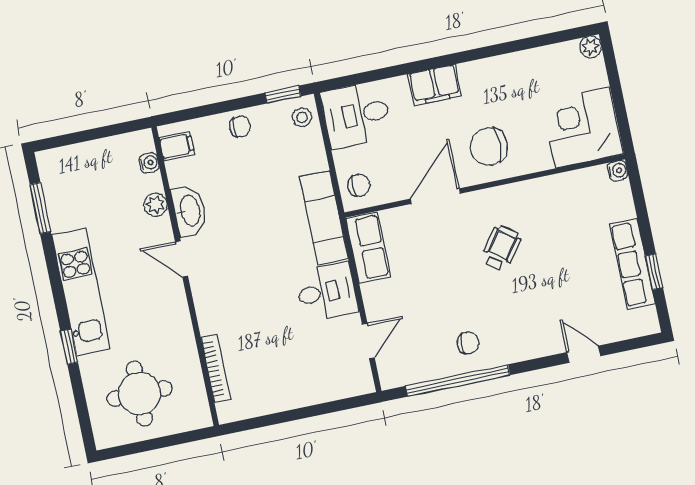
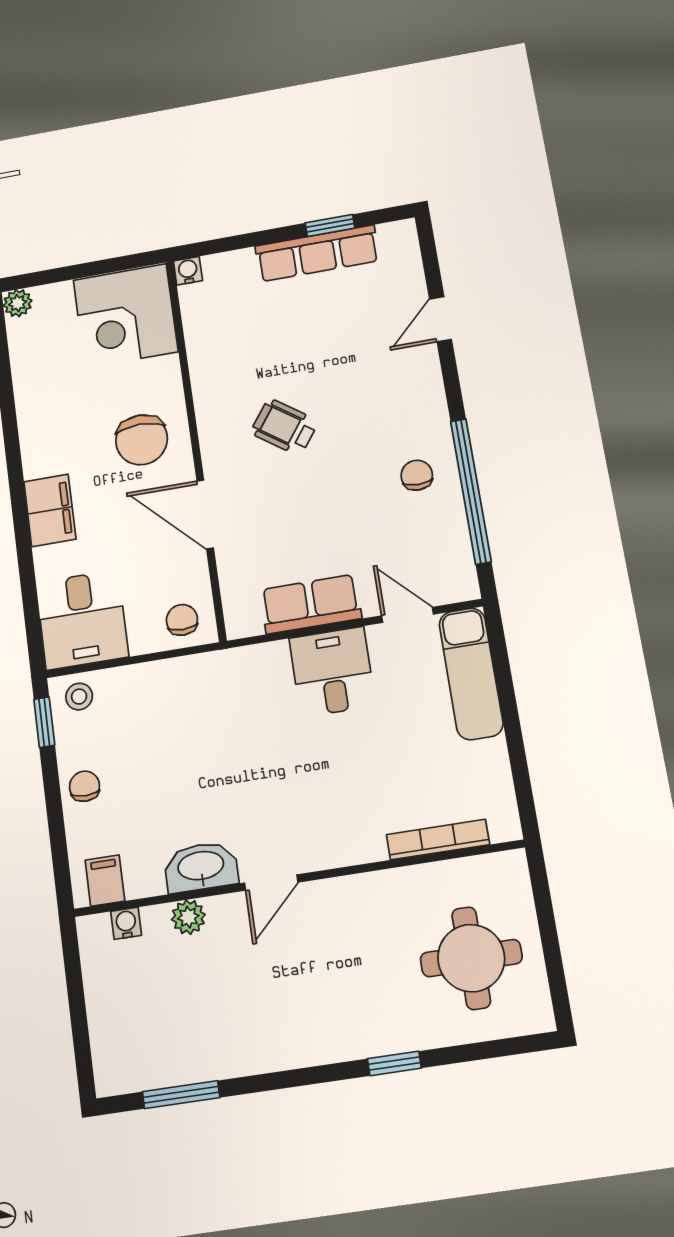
exam couch: (324, 218) -> (471, 674), moved, turned 90
row of seats: (368, 248) -> (311, 604), moved
kitchen unit: (81, 292) -> (312, 1039), removed

